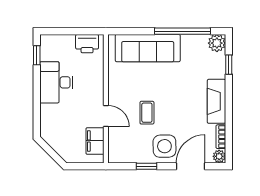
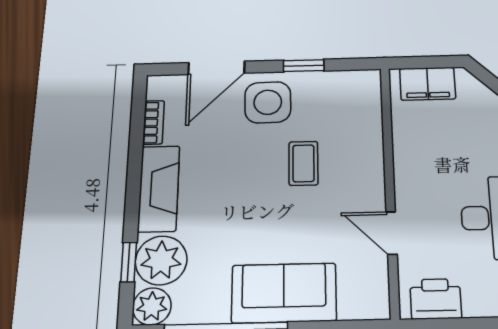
sofa: (148, 48) -> (284, 293), width x0.73
door: (106, 116) -> (392, 233), moved
filing cabinet: (95, 141) -> (428, 84), moved, turned 90
plant: (219, 156) -> (161, 260), moved, width x1.88, depth x1.88

